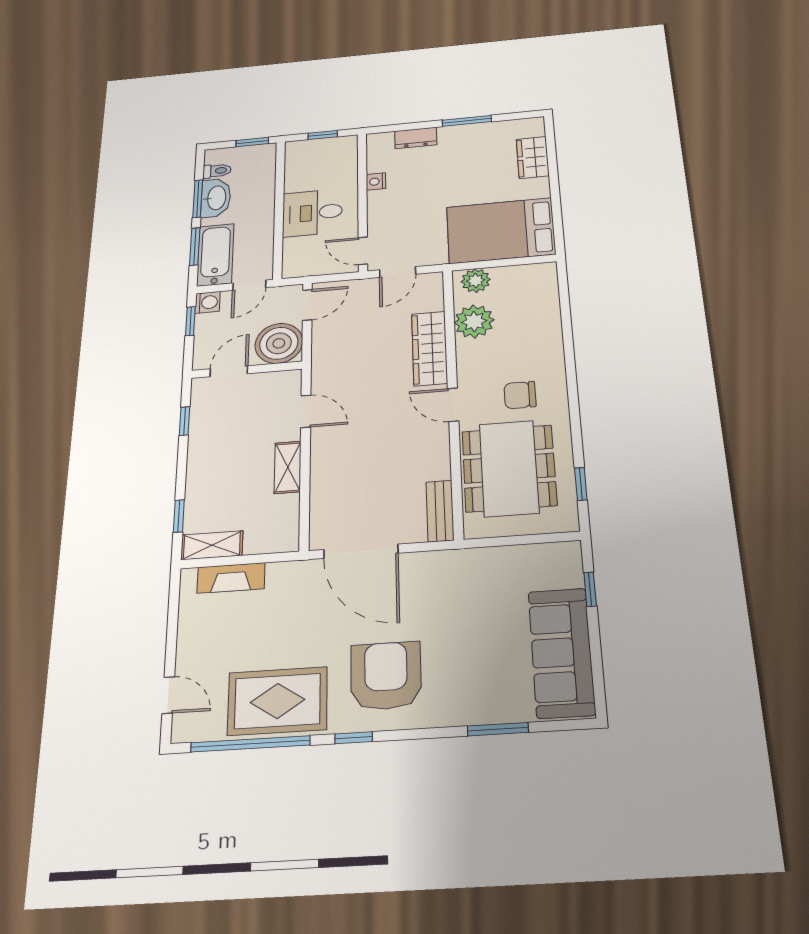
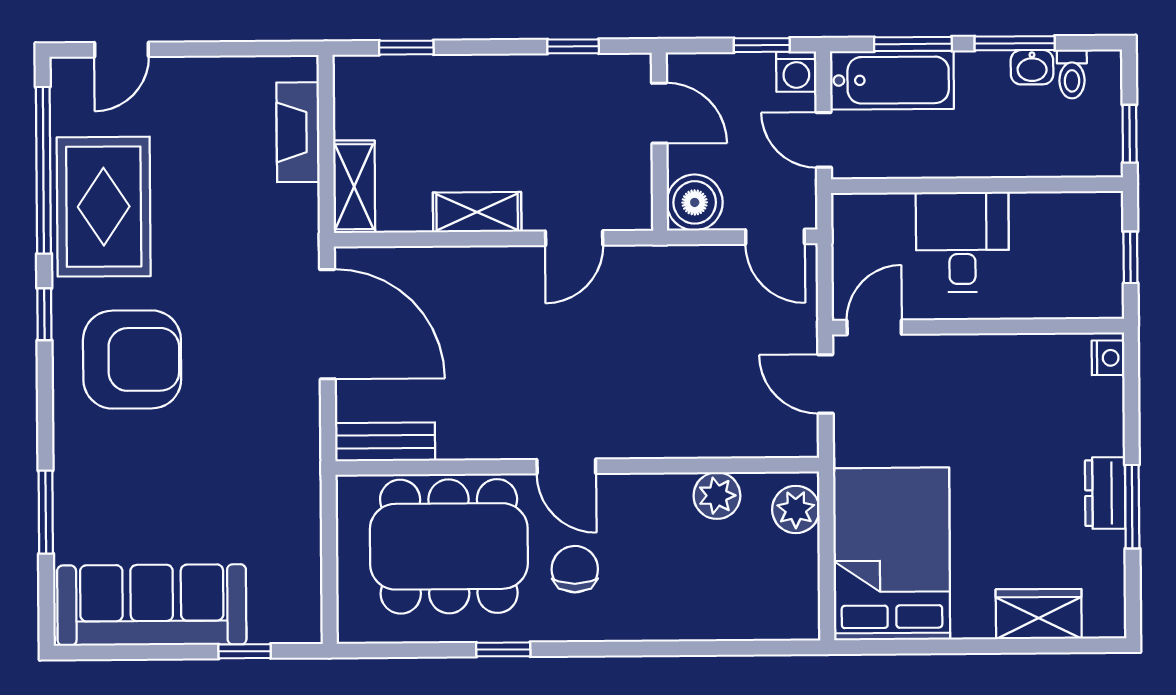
dresser: (416, 138) -> (1105, 493), moved
nightstand: (376, 182) -> (1108, 358), moved, turned 90
washbasin: (216, 198) -> (1032, 67), width x0.52, depth x0.69
plant: (474, 321) -> (717, 496), width x0.73, depth x0.73
boiler: (279, 343) -> (695, 202), width x0.73, depth x0.73
wardrobe: (430, 348) -> (673, 433), removed
door: (453, 405) -> (566, 466), swing flipped
window: (581, 484) -> (503, 649), moved
shelving: (212, 545) -> (354, 187), moved
door: (361, 551) -> (327, 324), swing flipped

